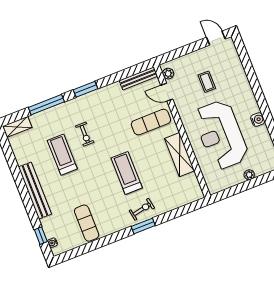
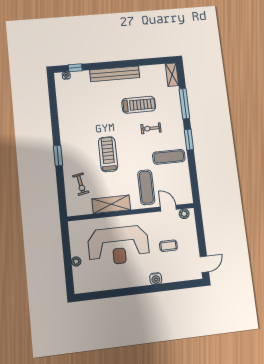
bench: (138, 78) -> (187, 187), removed
door: (167, 92) -> (168, 208), hinge flipped
water cooler: (258, 120) -> (156, 279), moved
reception desk: (221, 135) -> (119, 245), turned 180
treadmill: (127, 173) -> (108, 154), turned -90
exercise bike: (142, 209) -> (81, 184), moved
exercise mat: (87, 223) -> (169, 157), moved

